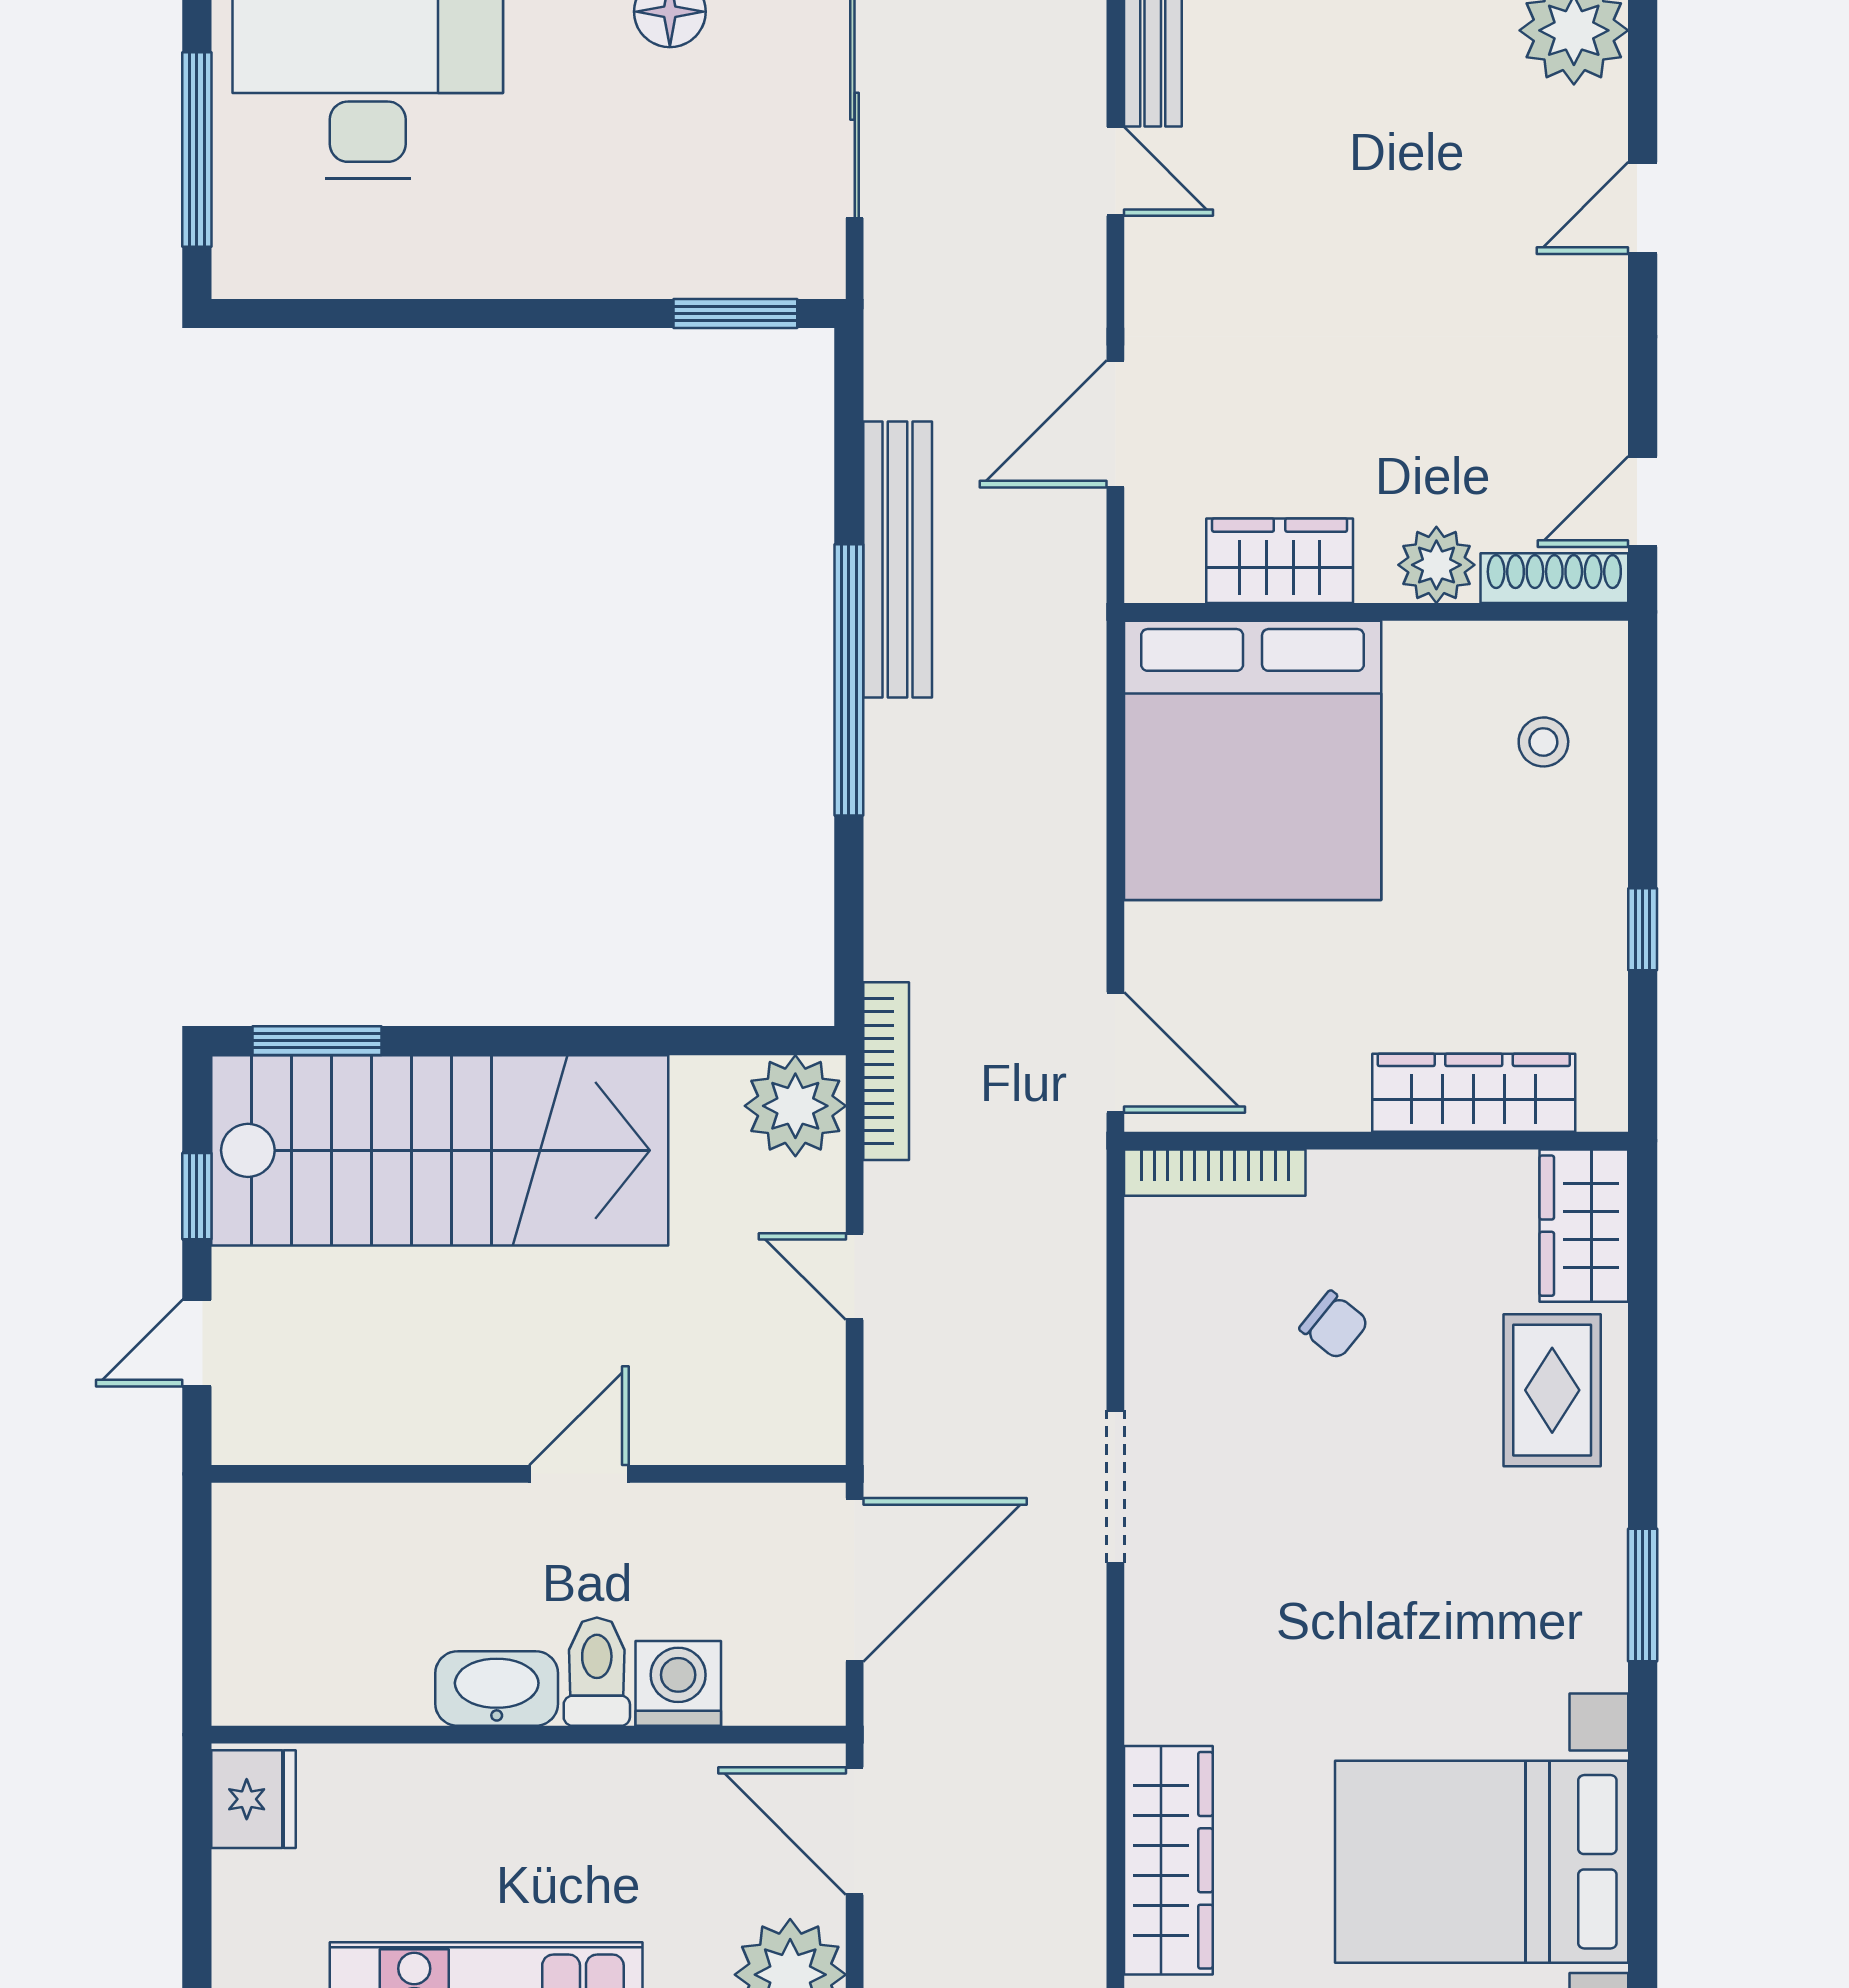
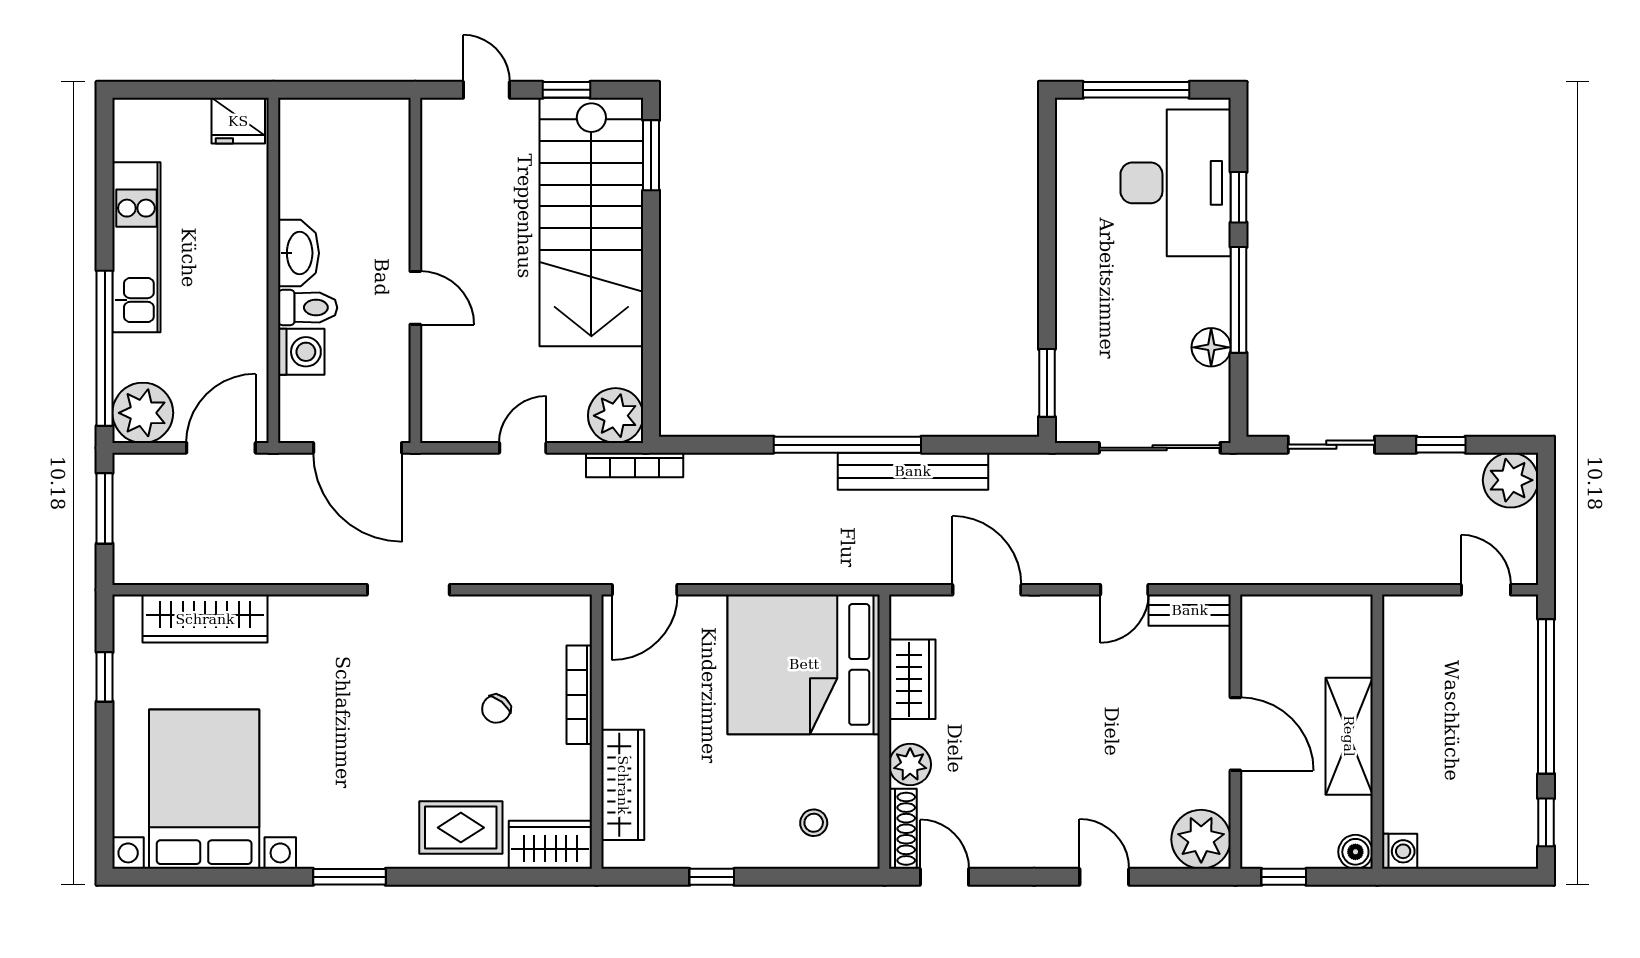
bookcase: (1215, 1173) -> (579, 695), moved

